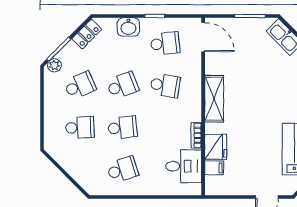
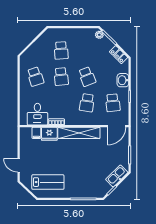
school desk: (80, 85) -> (87, 50), removed
shelving: (214, 99) -> (79, 133), width x1.47

